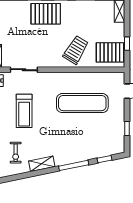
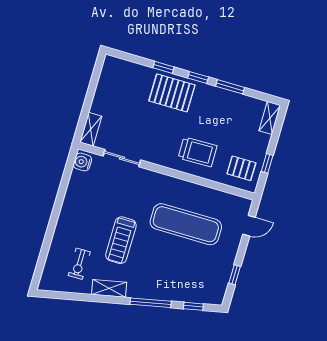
trolley: (76, 50) -> (198, 152), turned 58
pallet: (110, 52) -> (241, 168), width x0.67, depth x0.71
treadmill: (24, 111) -> (121, 240), moved

